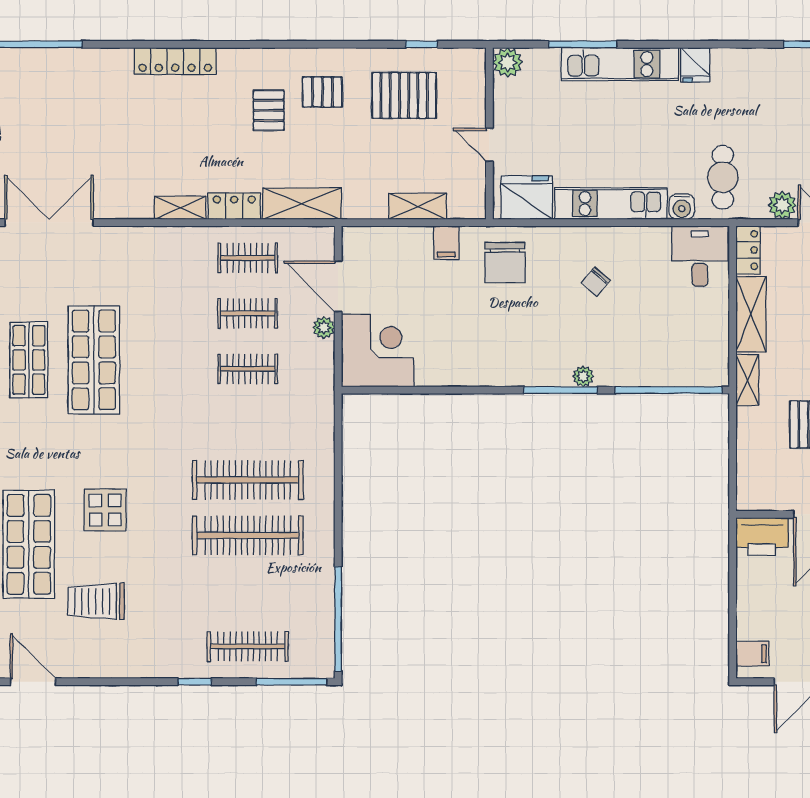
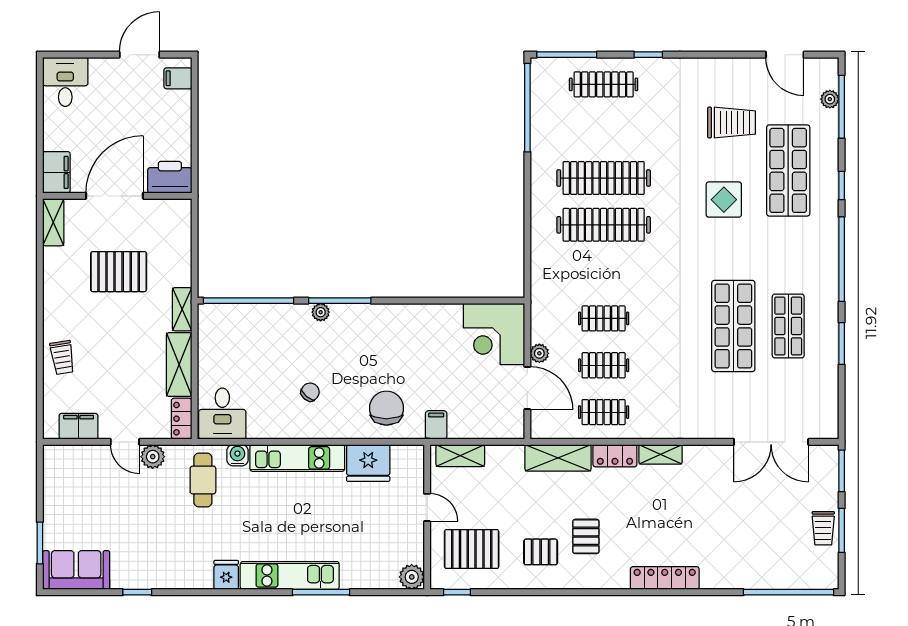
plant: (508, 62) -> (412, 577), moved
wall: (489, 133) -> (427, 517), moved
door: (489, 145) -> (427, 507), moved

